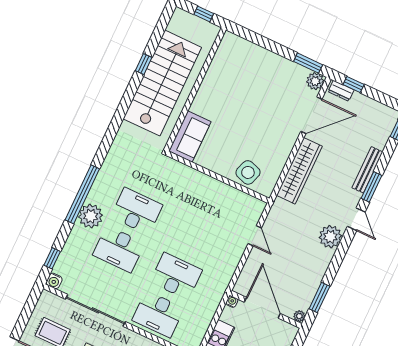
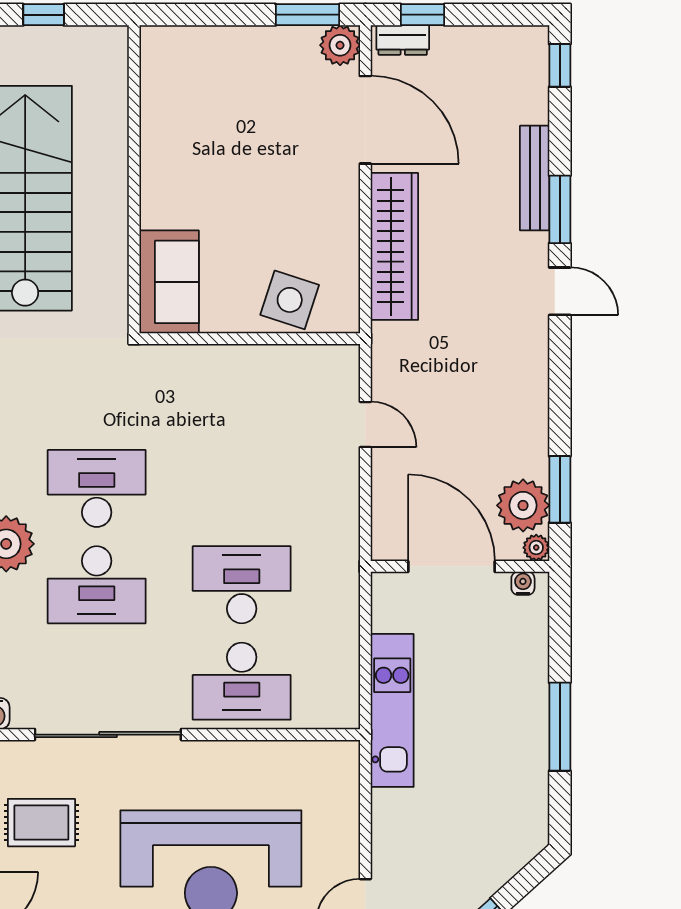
wall: (195, 89) -> (134, 179), moved
door: (311, 115) -> (365, 120), hinge flipped
sofa: (190, 136) -> (169, 282), moved
plant: (330, 237) -> (523, 505), moved
water cooler: (232, 302) -> (523, 583), moved

